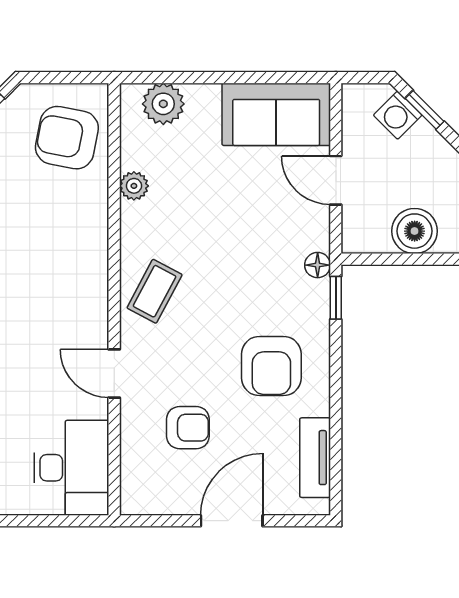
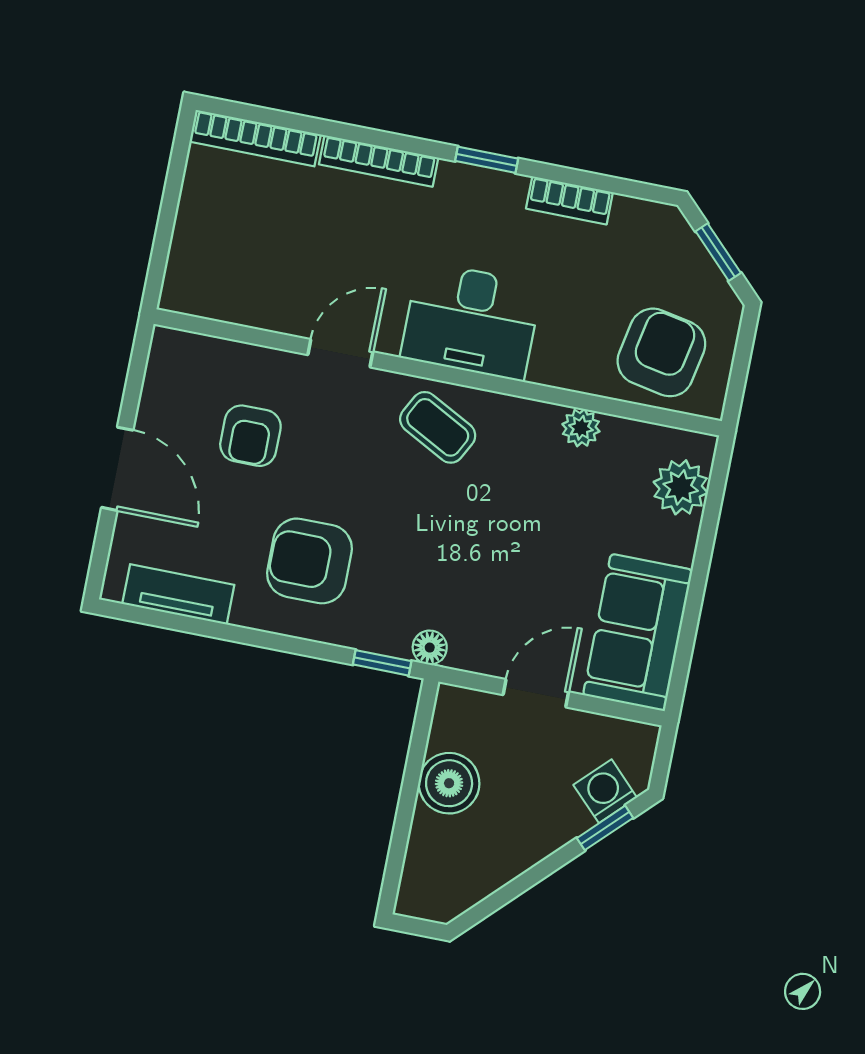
desk: (71, 468) -> (471, 321), moved

